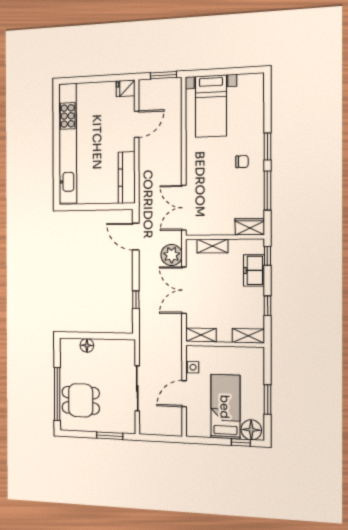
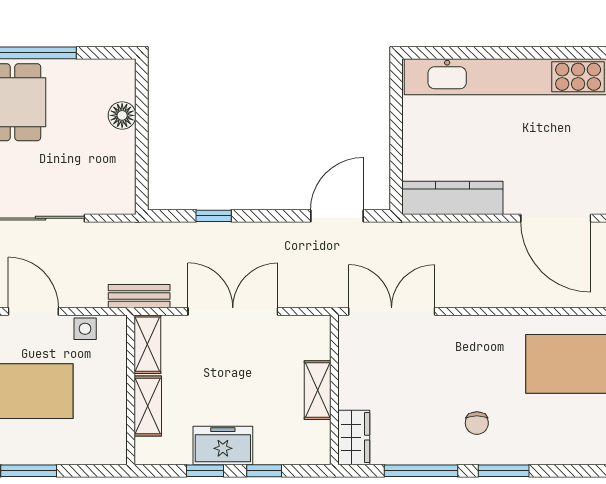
door: (137, 124) -> (556, 218), width x1.36
shelving: (212, 246) -> (318, 390), moved
plant: (172, 255) -> (301, 287), removed
window: (267, 256) -> (264, 471), moved
freezer: (254, 270) -> (223, 446), moved
shelving: (248, 336) -> (148, 406), moved
bench: (176, 339) -> (139, 296), added

